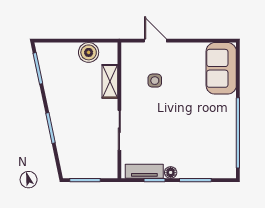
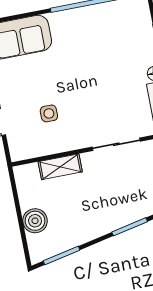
boiler: (89, 52) -> (35, 221), moved

